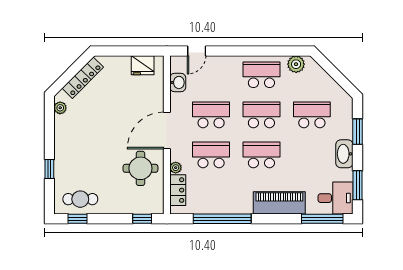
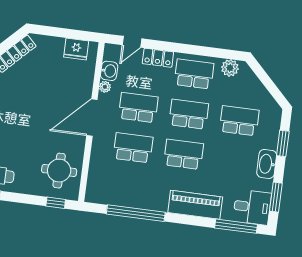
round table: (140, 168) -> (59, 171), moved
plant: (176, 168) -> (105, 87), moved
locker: (178, 190) -> (158, 58), moved, turned 90

